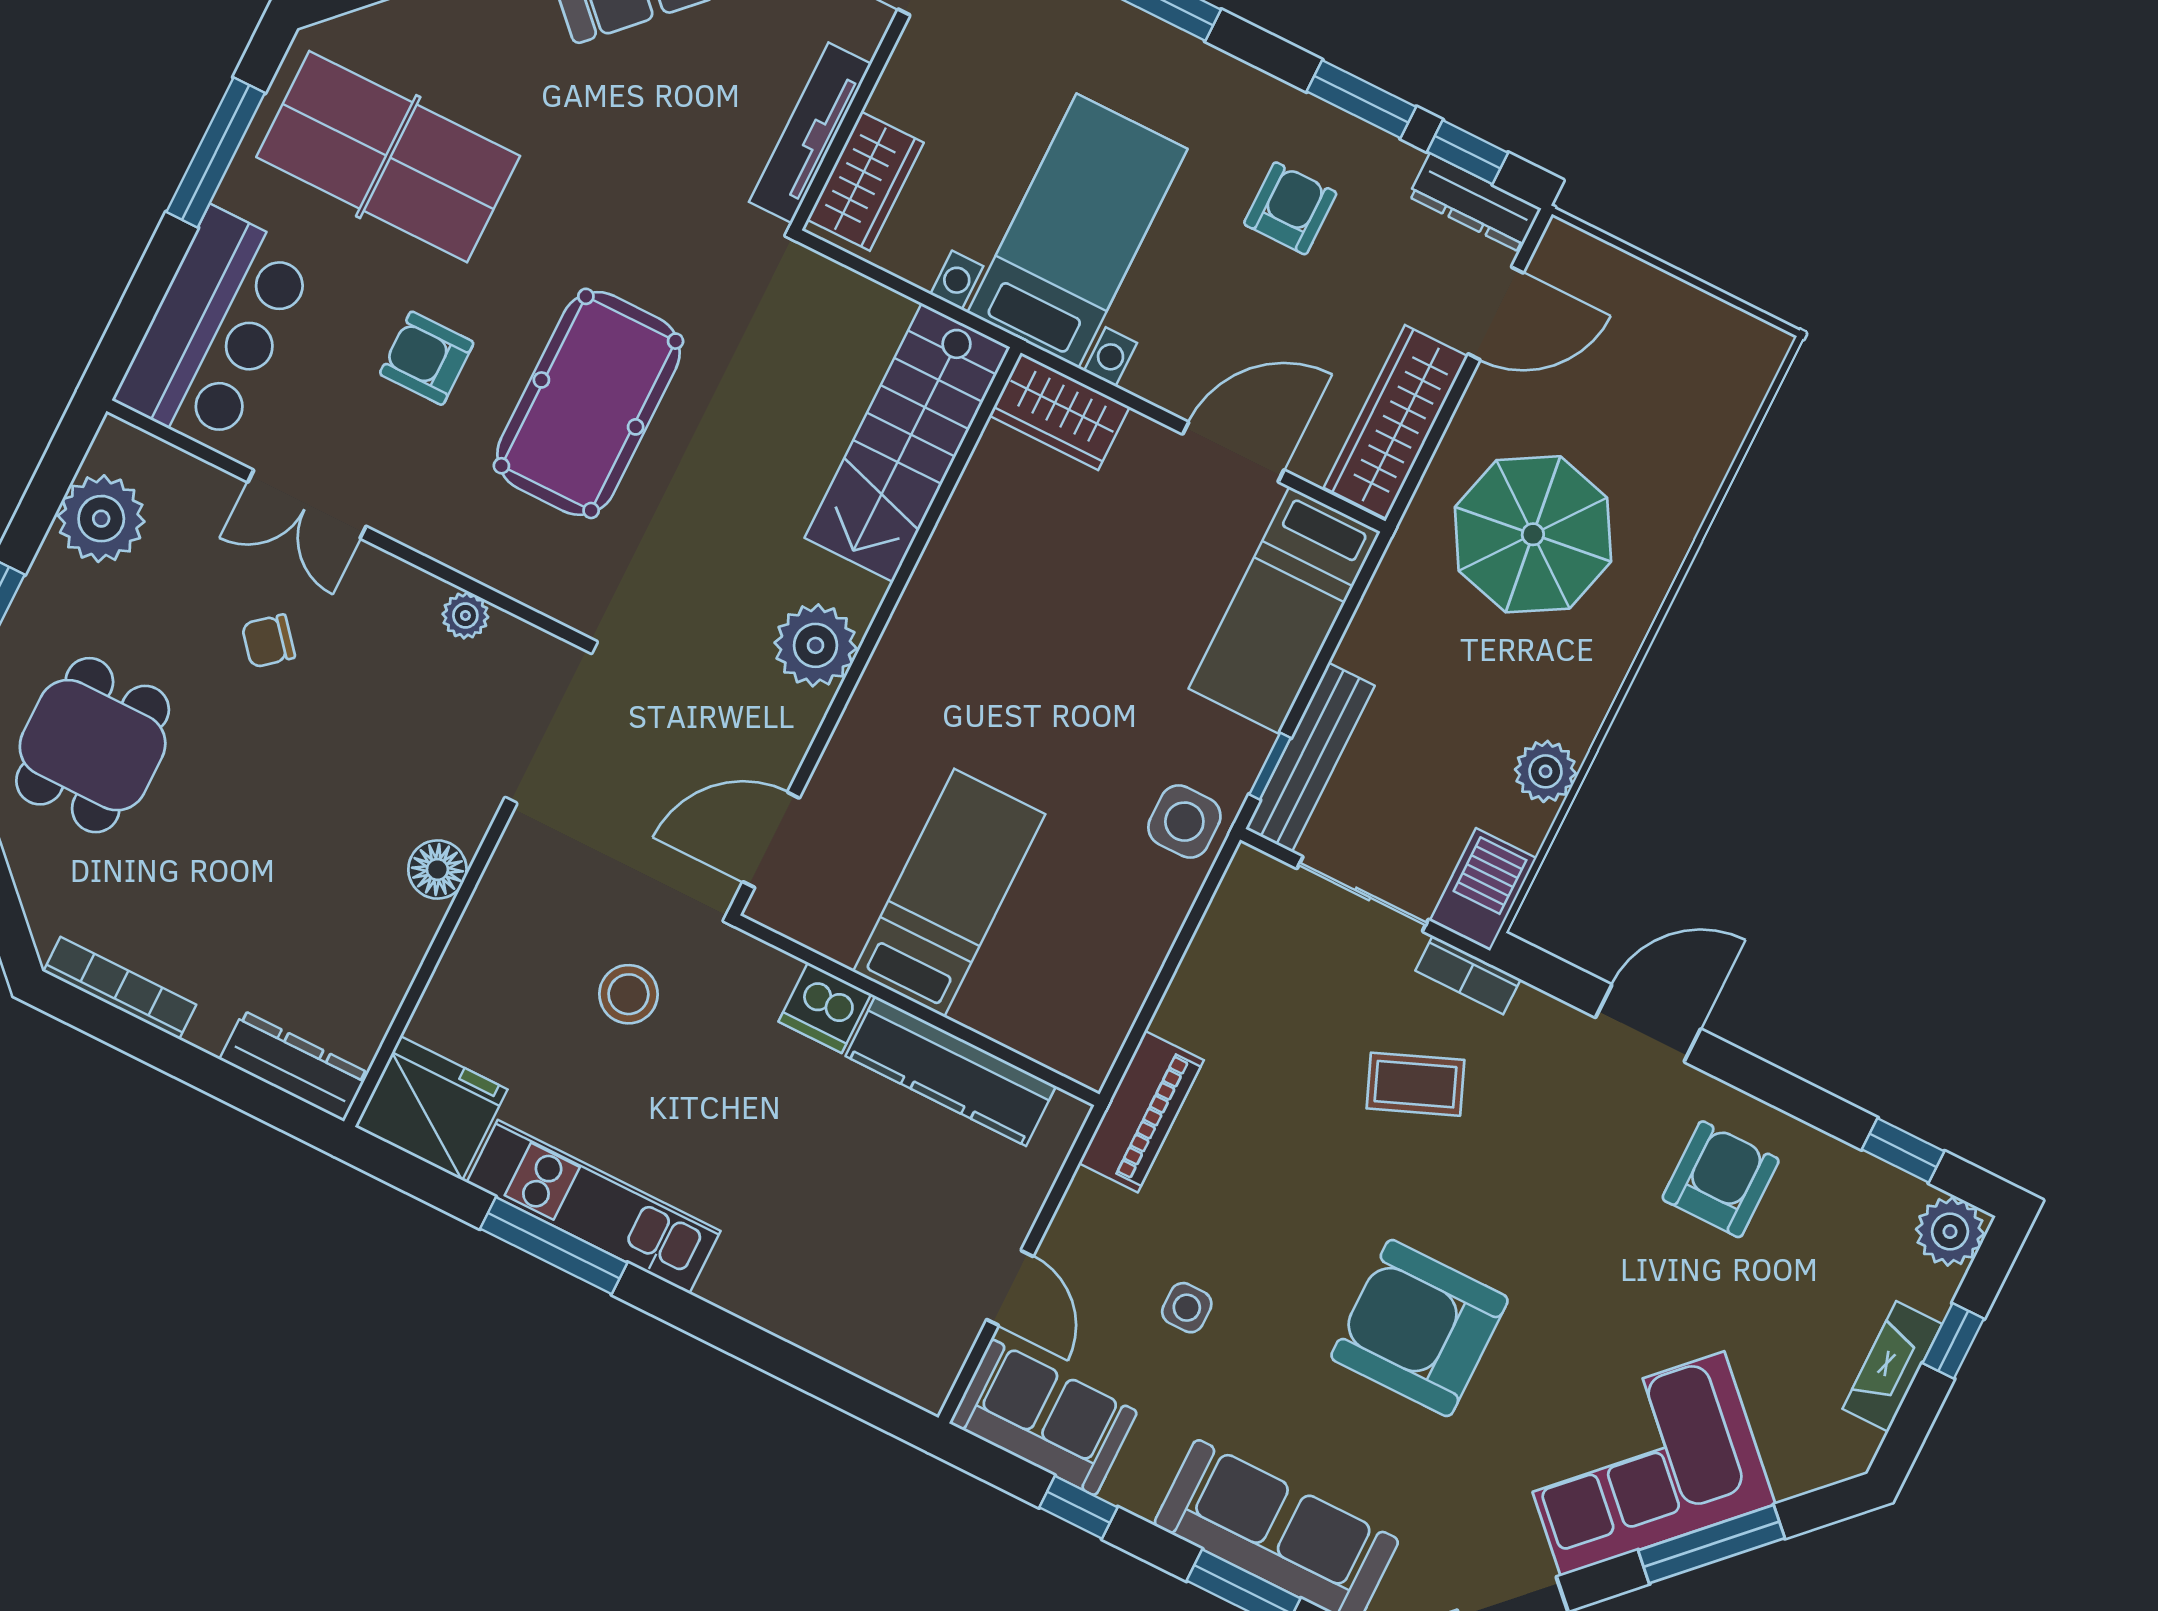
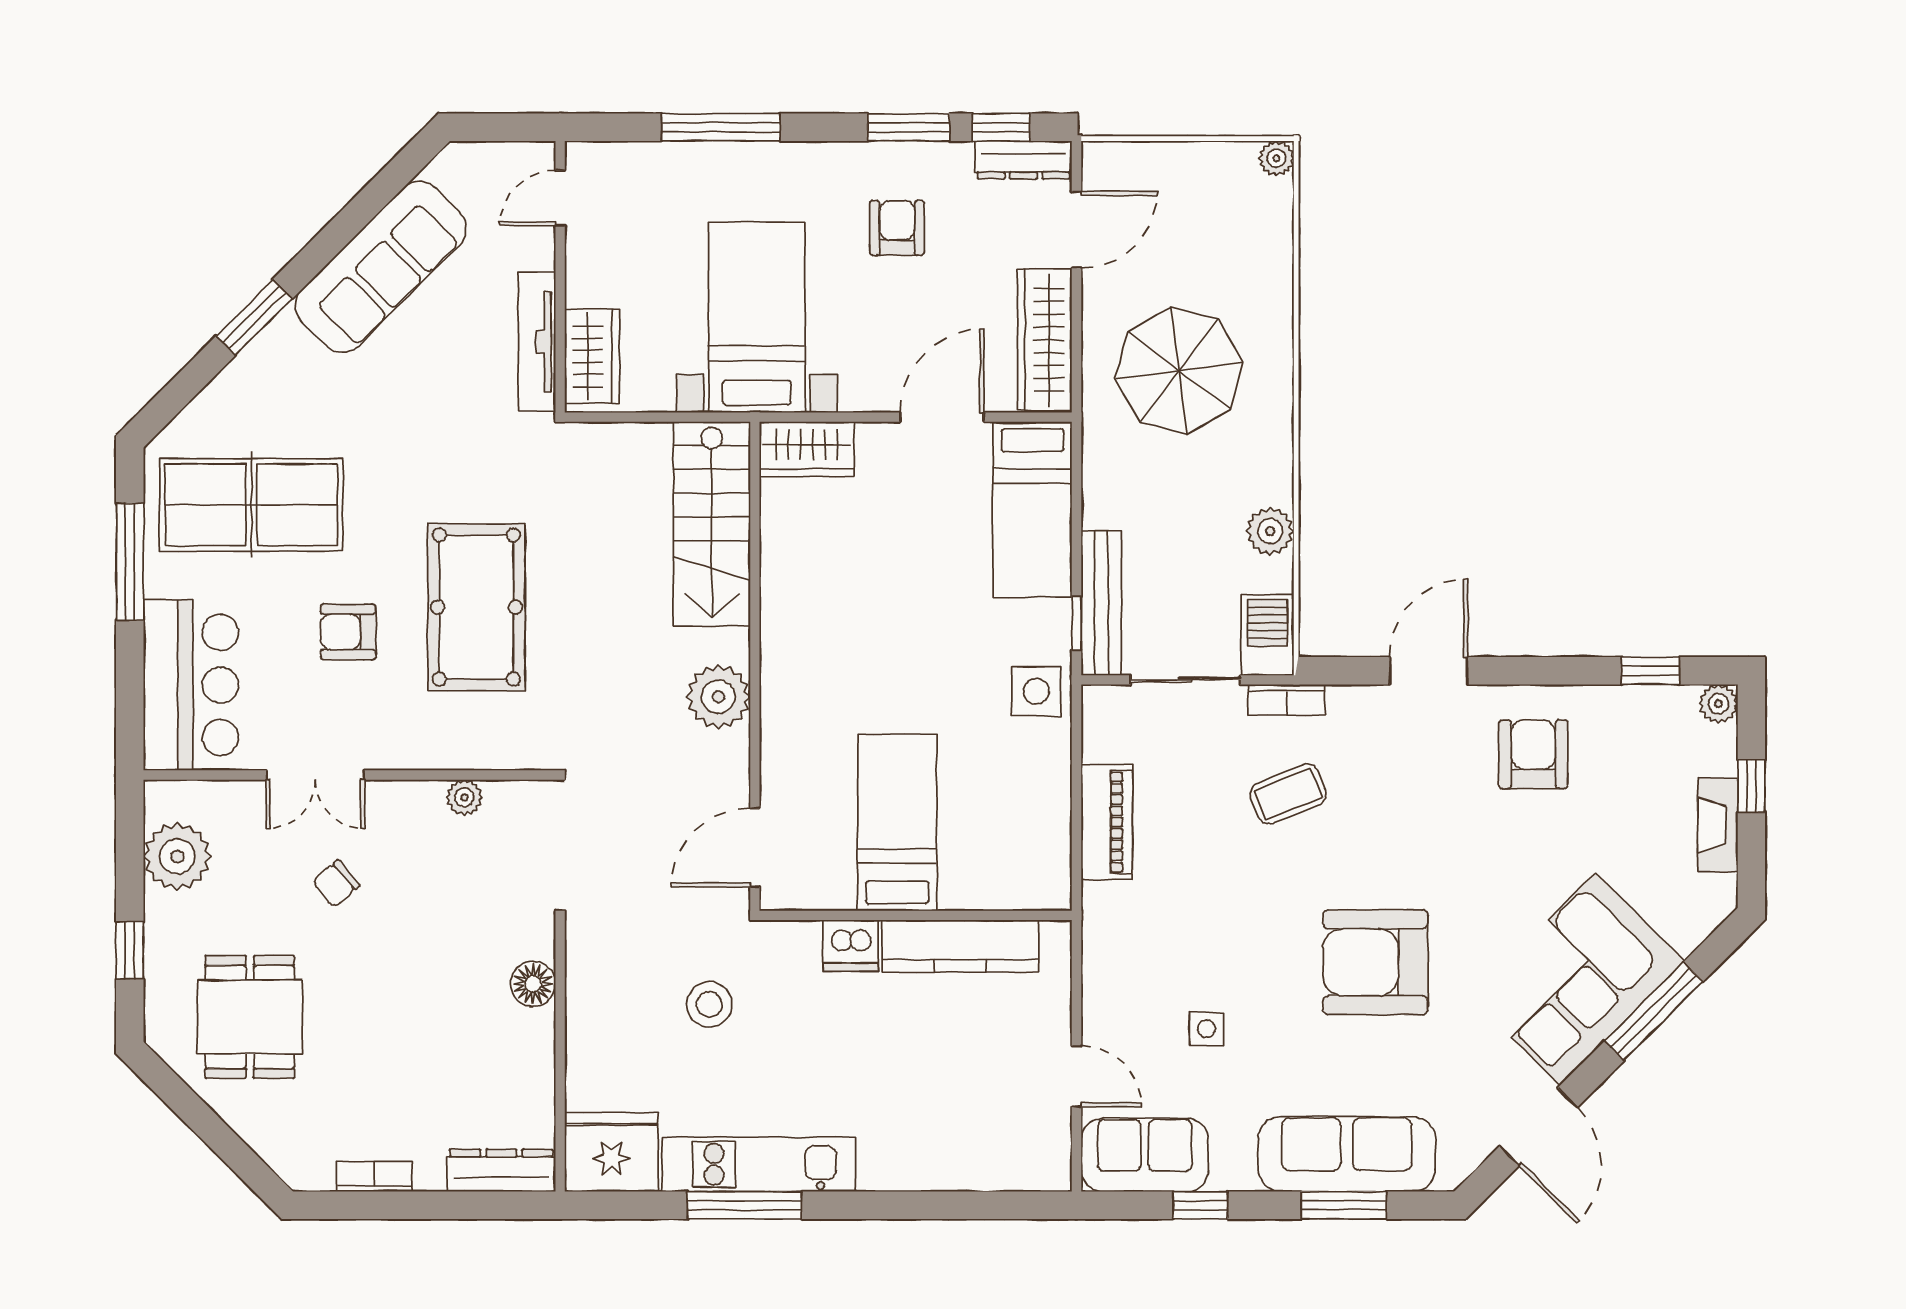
plant: (1767, 346) -> (1276, 158), added
bookcase: (120, 988) -> (374, 1177), width x0.64
piano: (1141, 1112) -> (1107, 822), moved
plant: (1950, 1232) -> (1718, 704), width x0.73, depth x0.73

